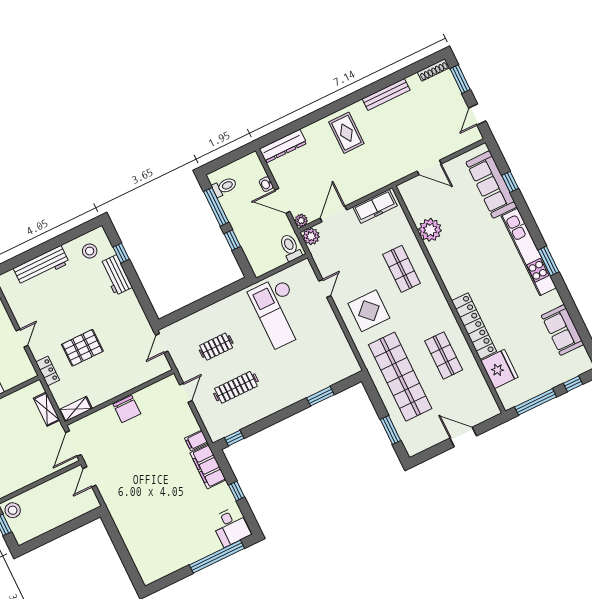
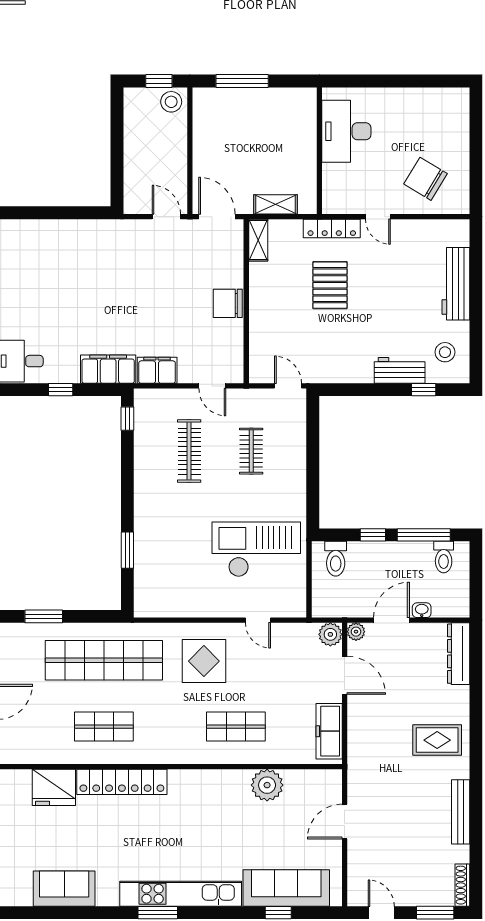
toilet: (290, 247) -> (336, 559), moved, turned 90
locker: (48, 371) -> (332, 228), width x1.53
filing cabinet: (196, 441) -> (157, 370), width x2.00

